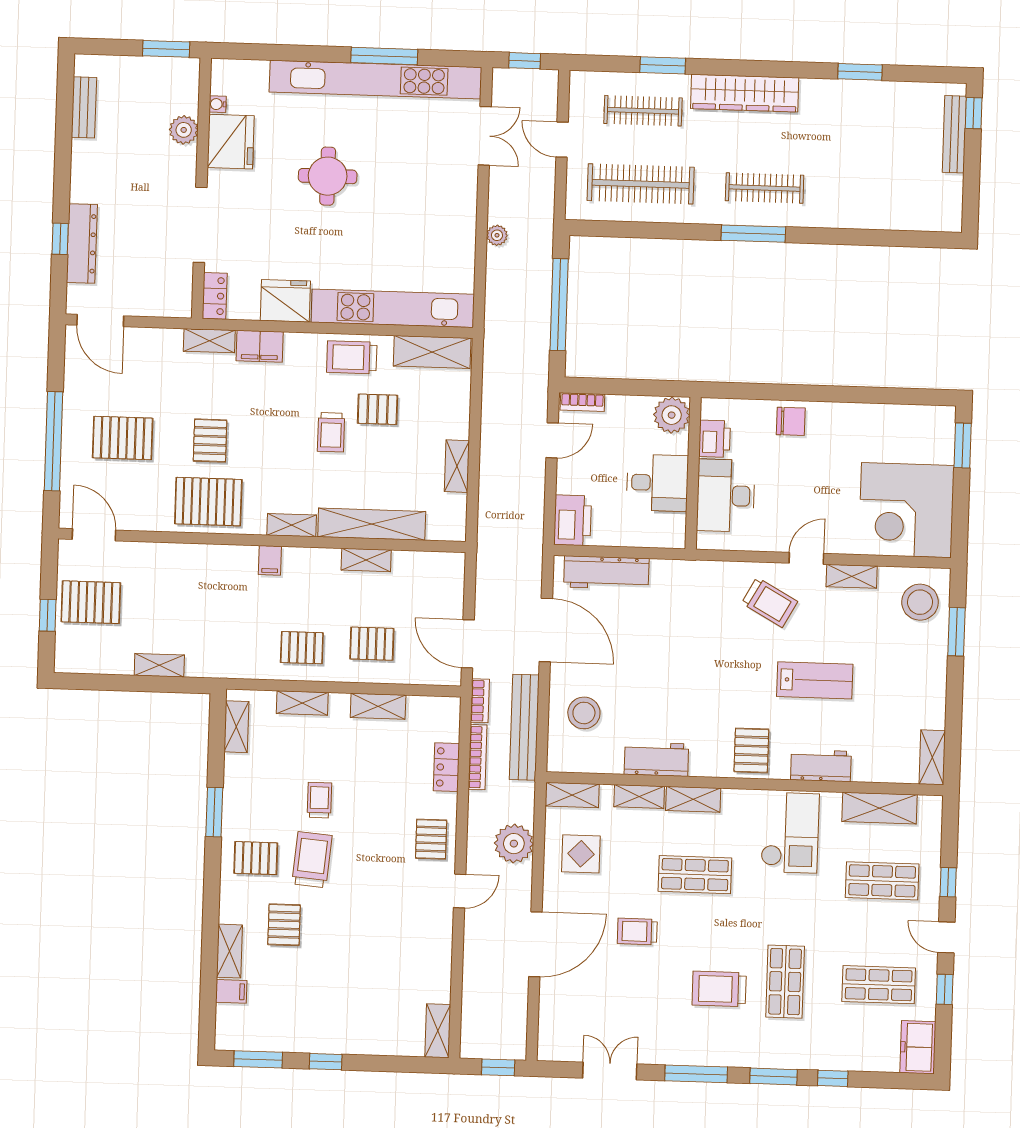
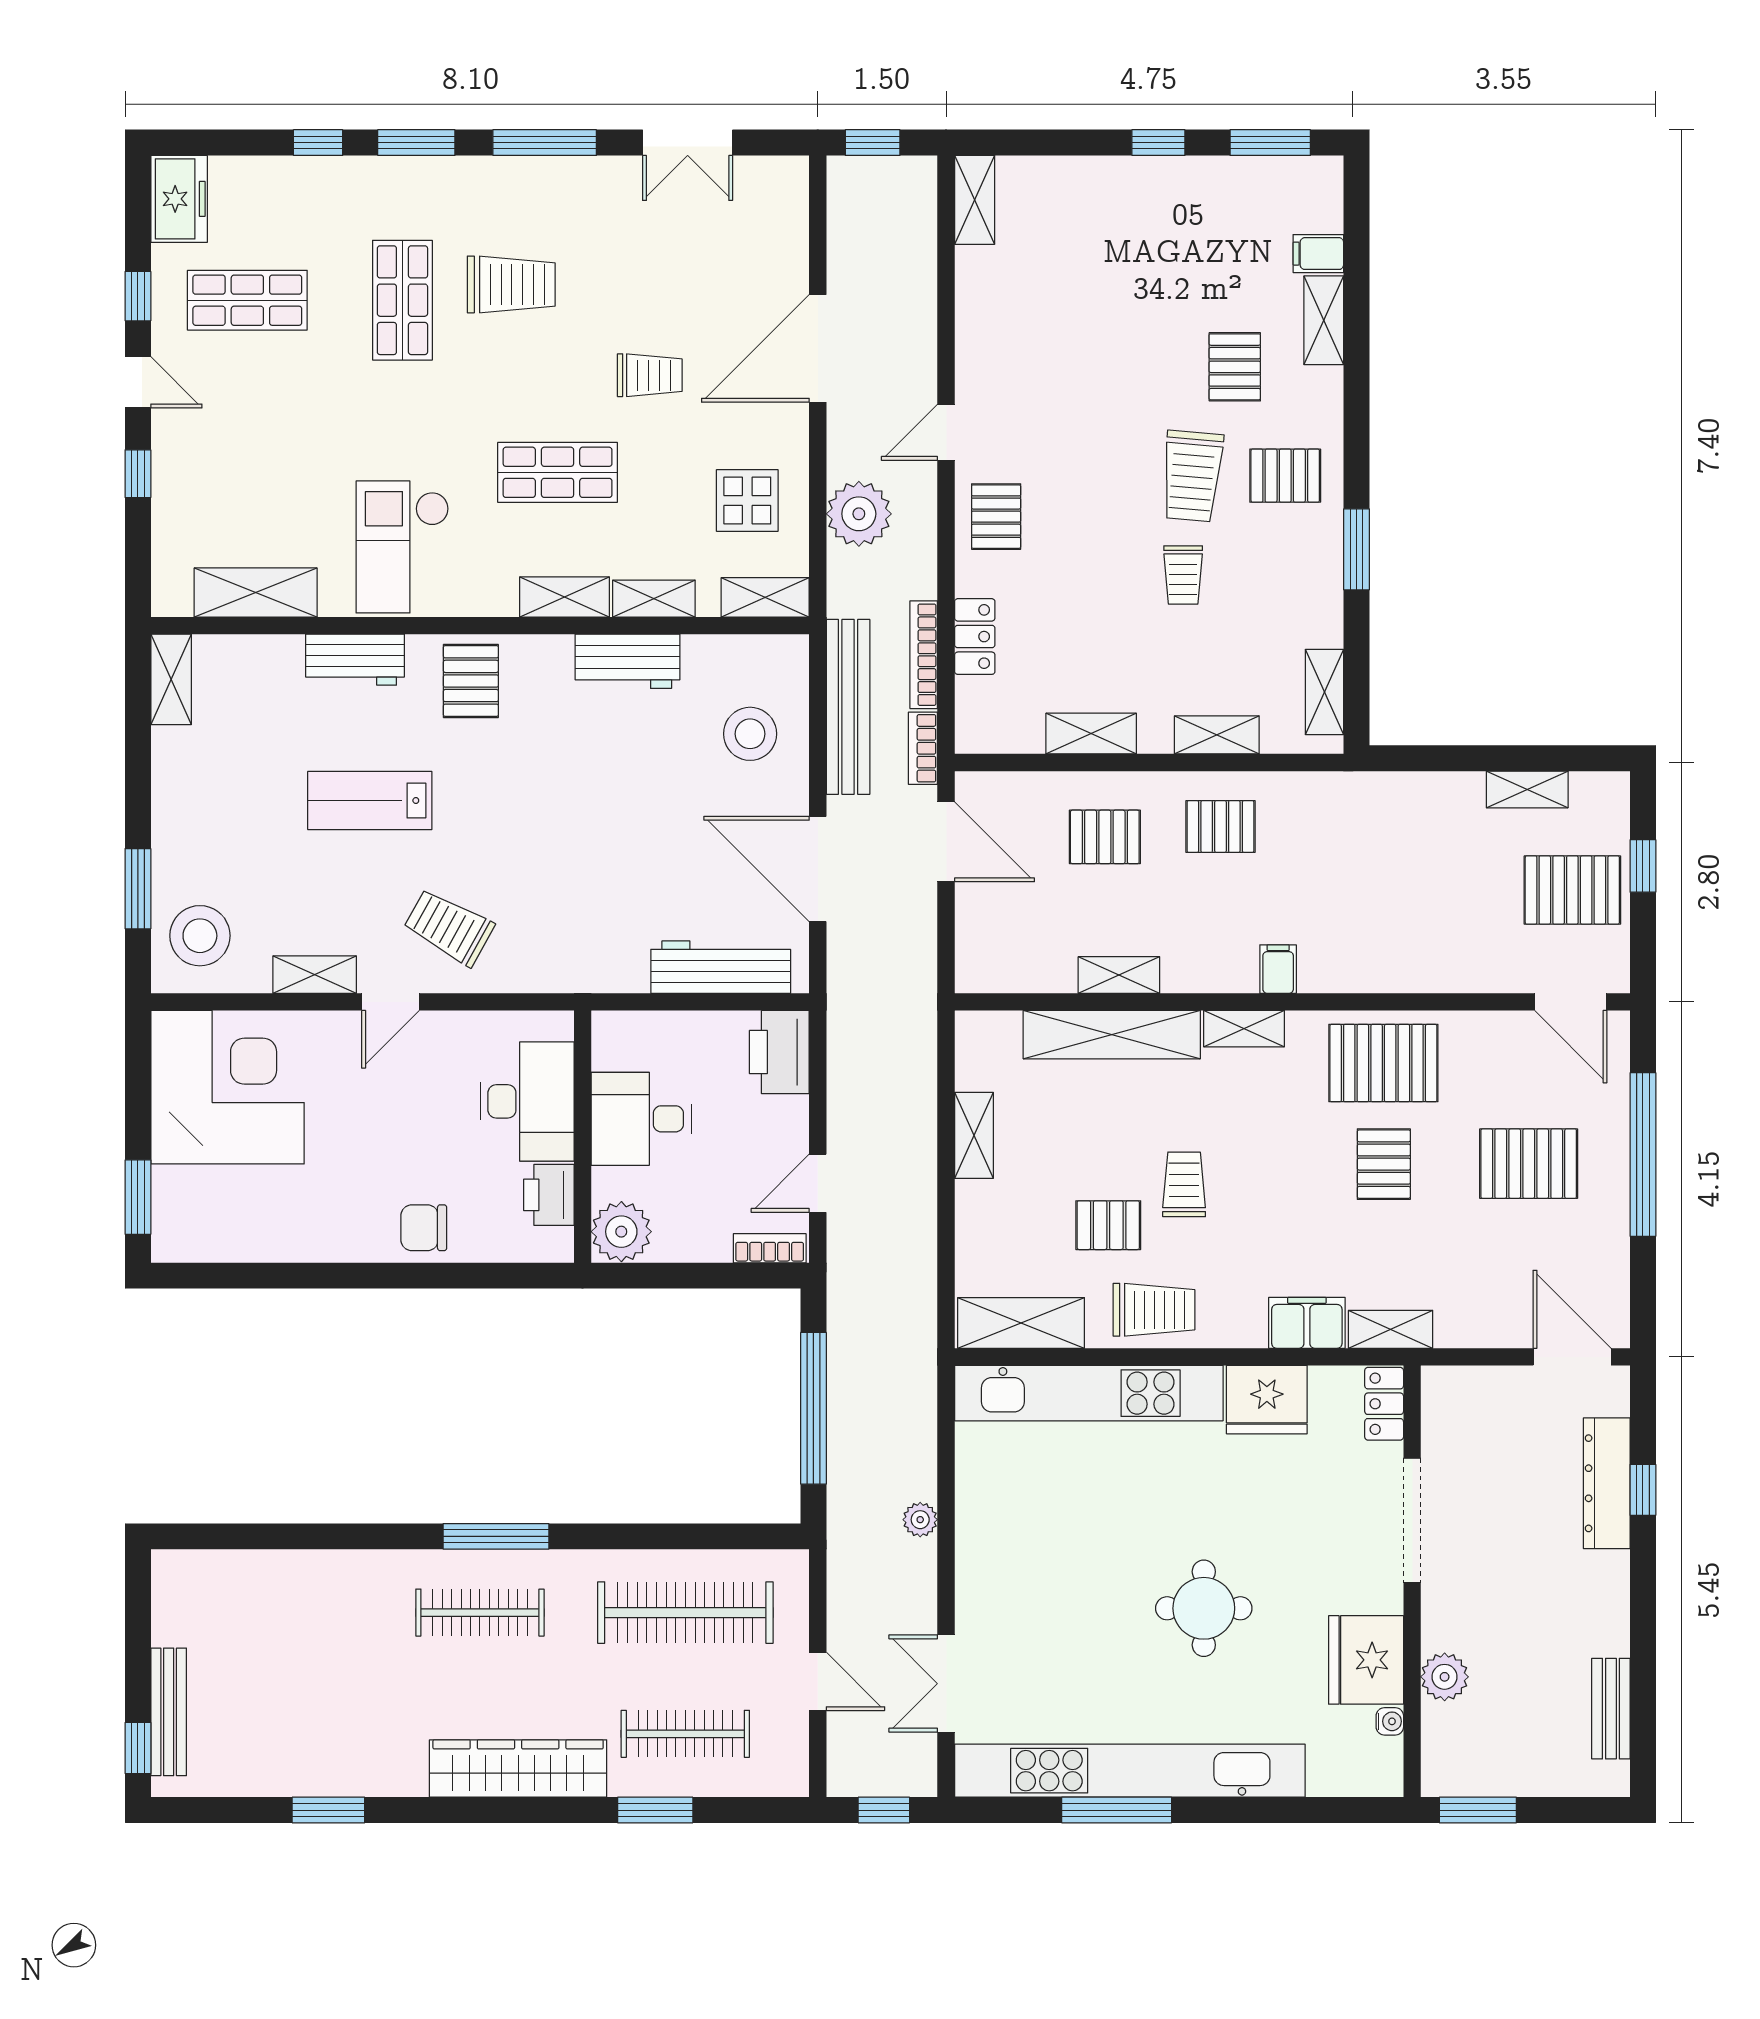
shelving: (159, 665) -> (1527, 789), moved
shop shelf: (882, 881) -> (247, 472), removed

